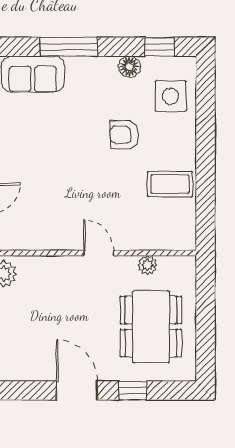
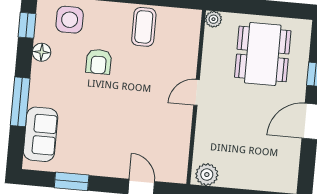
plant: (147, 265) -> (213, 19), moved
dining table: (151, 327) -> (263, 54), turned 90

